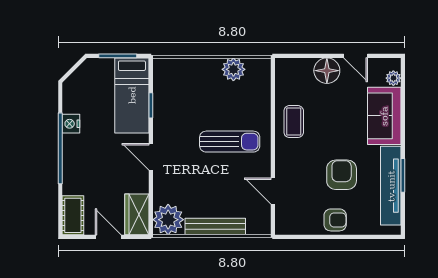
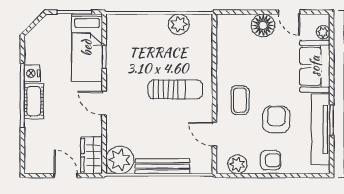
coffee table: (294, 122) -> (240, 100), moved
cot: (73, 215) -> (34, 101), moved
plant: (298, 224) -> (237, 164), added

